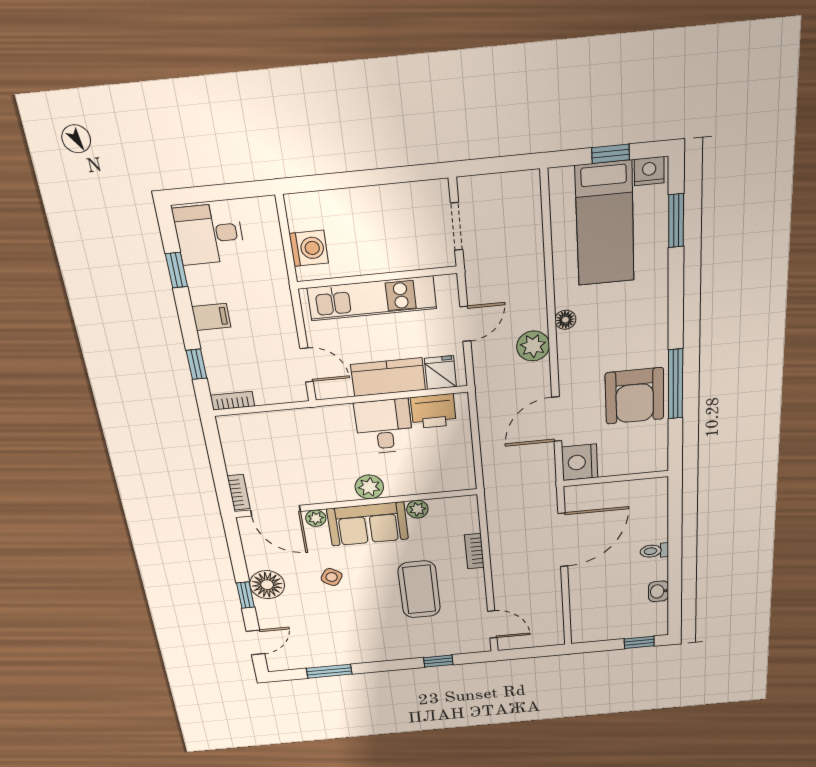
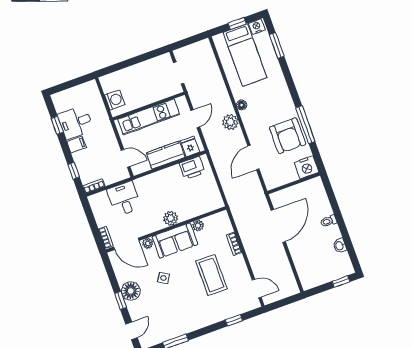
desk: (209, 234) -> (76, 122), moved
desk: (384, 426) -> (124, 199), moved
nightstand: (580, 462) -> (306, 167), moved, turned -90

